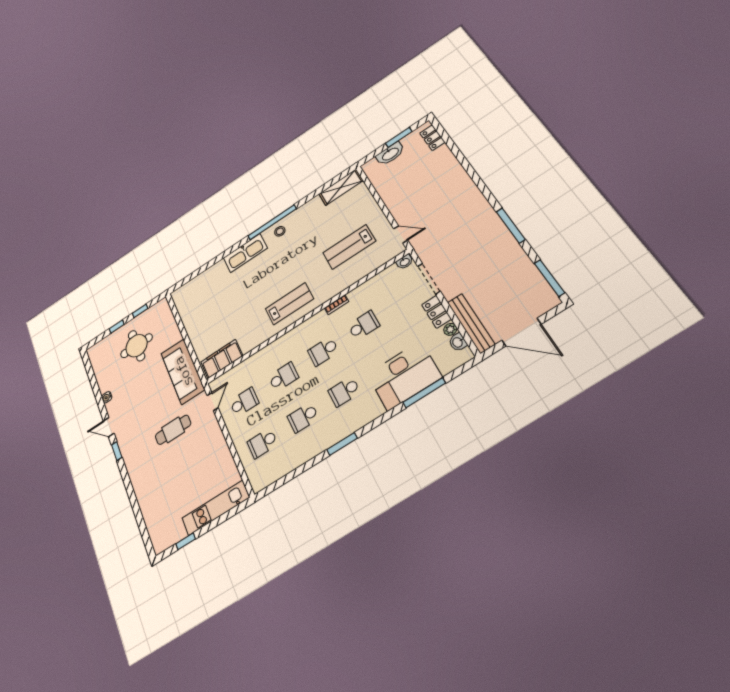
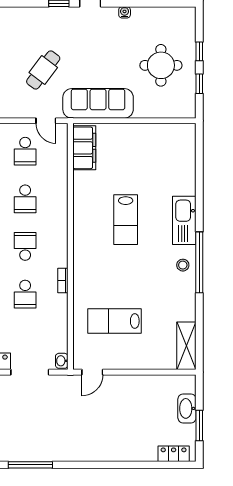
lab bench: (349, 247) -> (115, 321), turned -90
lab bench: (289, 304) -> (126, 220), moved
cafe table: (173, 430) -> (43, 70), turned 37

